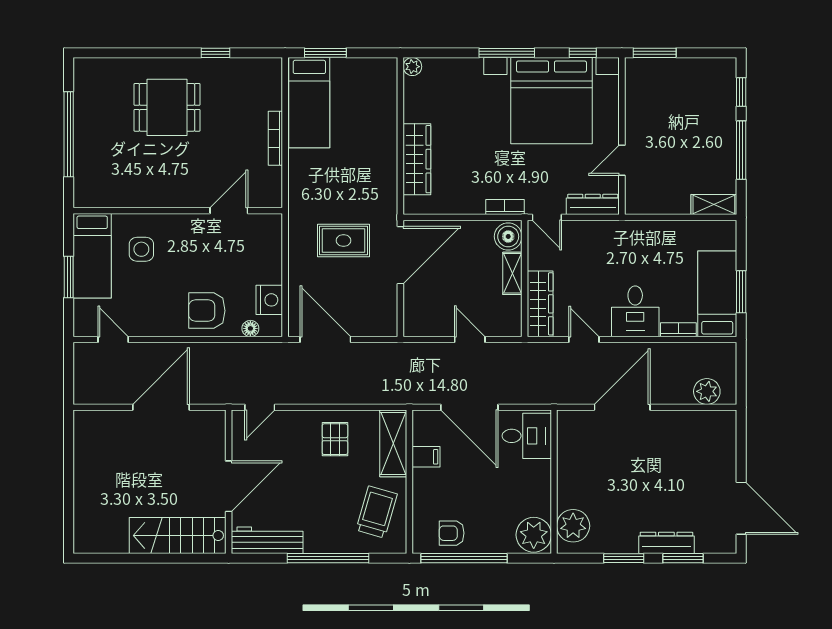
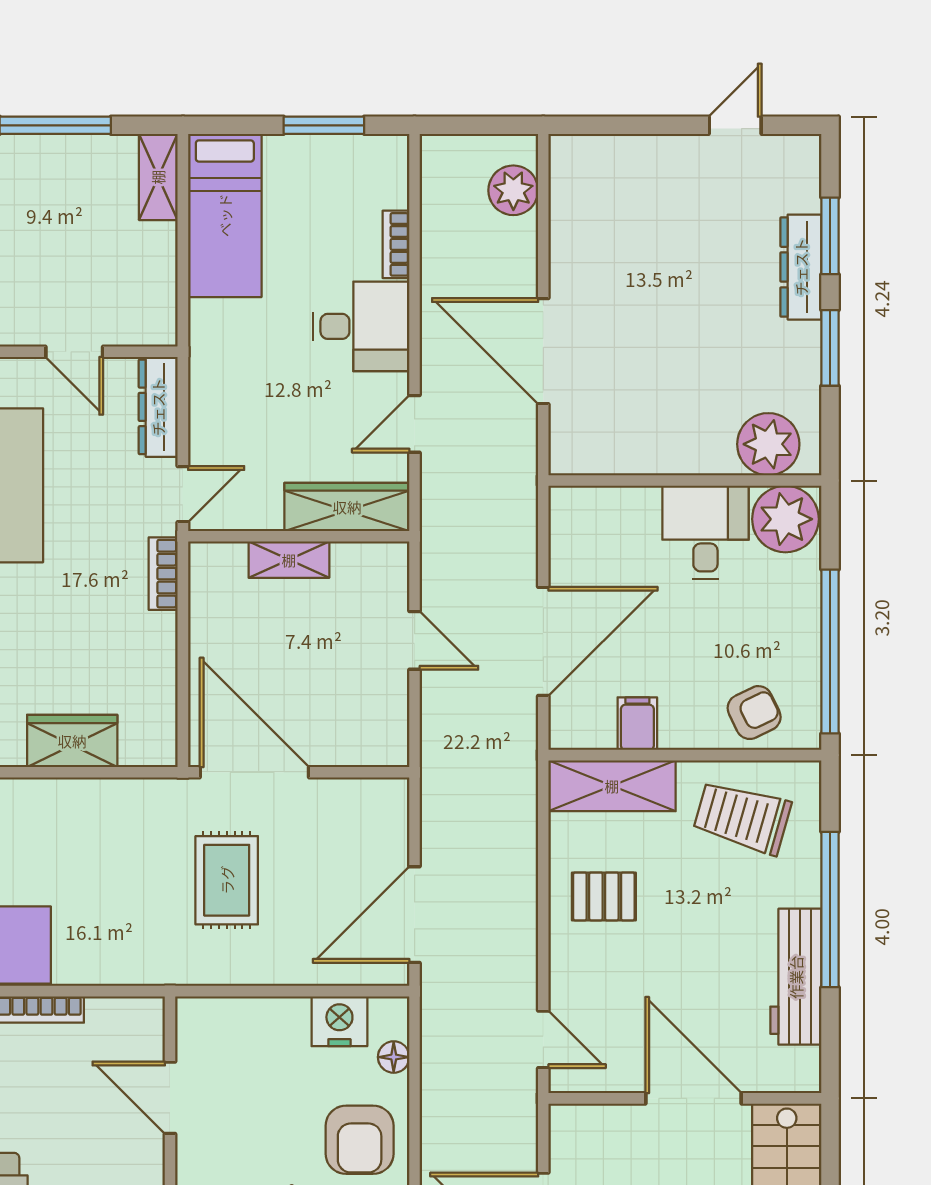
wardrobe: (417, 159) -> (72, 741), width x0.67
boiler: (508, 236) -> (219, 567), removed
bed: (717, 294) -> (225, 215), moved, turned -90
door: (470, 339) -> (415, 640), swing flipped
desk: (527, 436) -> (705, 532), moved
door: (741, 508) -> (735, 125), width x0.53
armchair: (452, 533) -> (754, 713), moved, turned -116
workbench: (267, 540) -> (796, 977), moved

